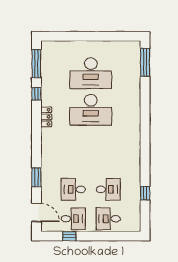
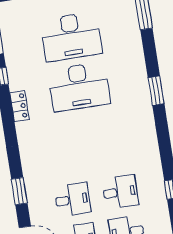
window: (145, 121) -> (156, 91), added
desk: (73, 189) -> (73, 200), turned 180

